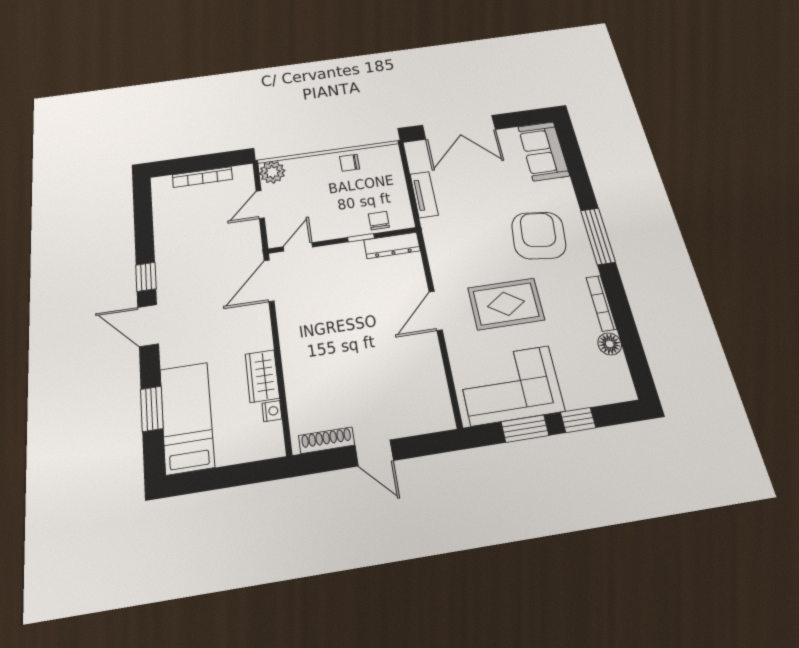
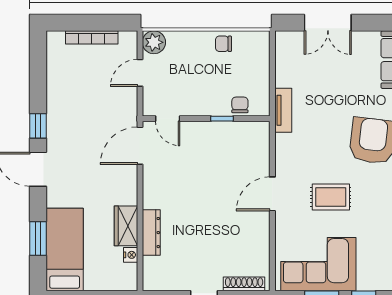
double door: (459, 127) -> (328, 23), width x0.73
tv unit: (424, 195) -> (283, 110), moved
dresser: (392, 245) -> (151, 233), moved, turned -90
door: (298, 247) -> (168, 119), swing flipped
rug: (506, 304) -> (331, 197), width x0.73, depth x0.70
shoe rack: (326, 440) -> (244, 284), moved

